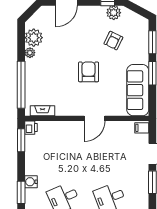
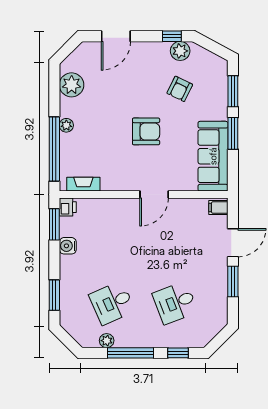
plant: (30, 53) -> (66, 125), moved
armchair: (89, 72) -> (146, 131), turned 90
water cooler: (31, 182) -> (68, 246), moved

